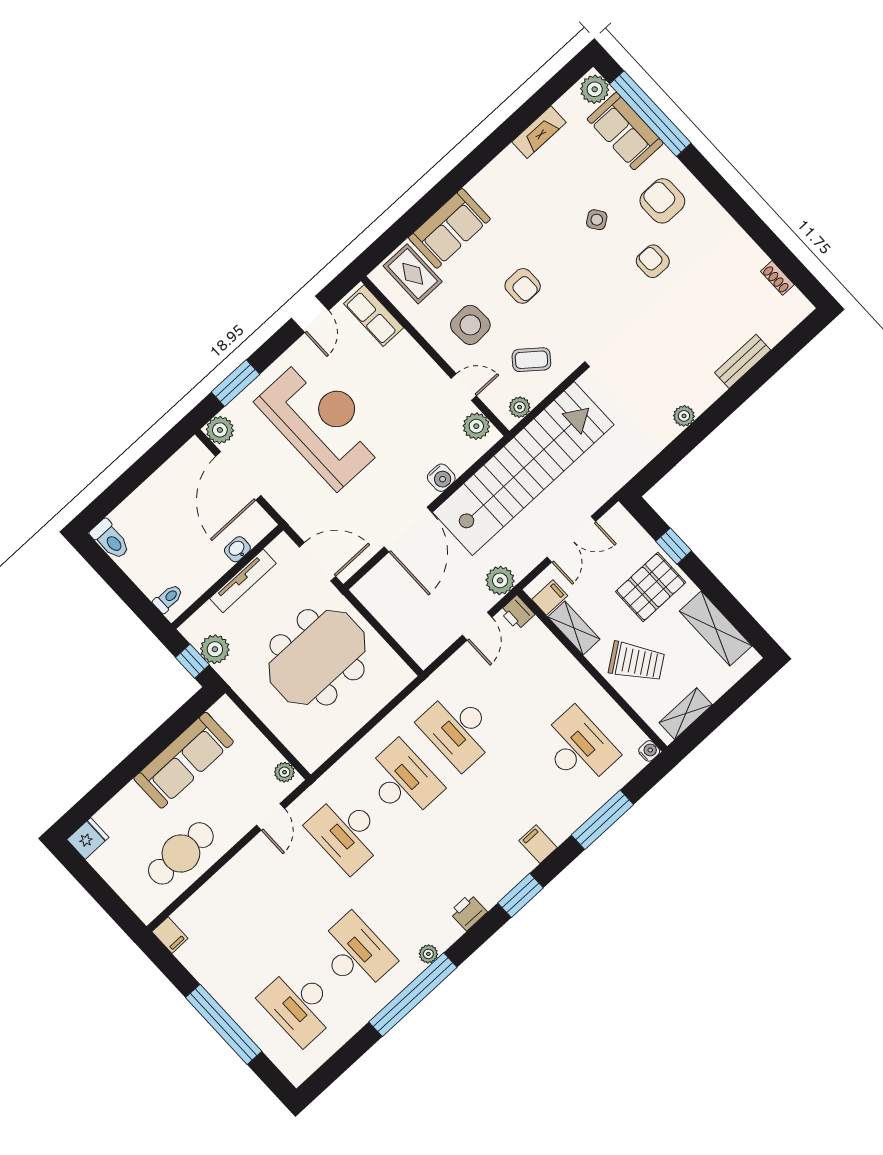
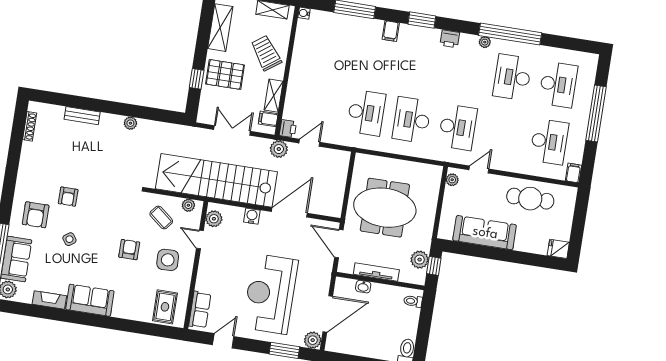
sofa: (449, 228) -> (90, 300), moved
shoe rack: (777, 278) -> (30, 126), width x1.43
desk: (578, 748) -> (549, 142), moved, turned 180

